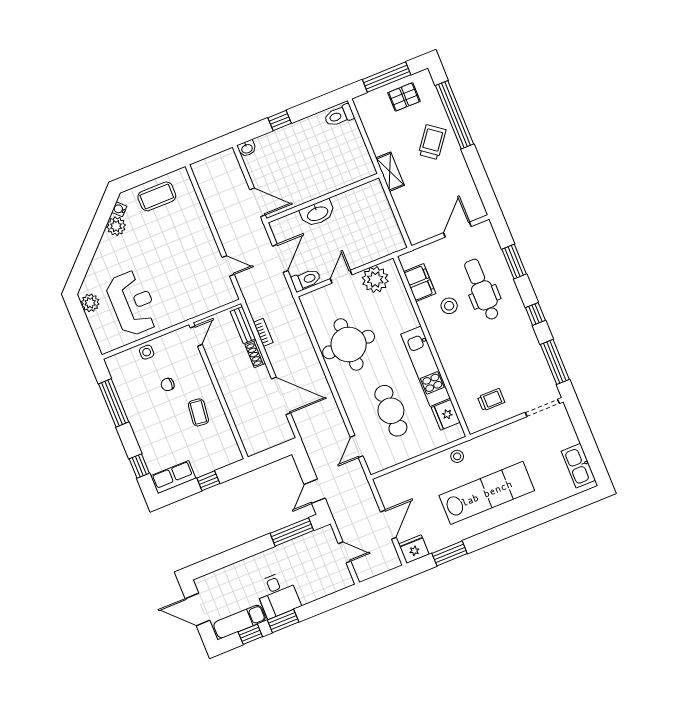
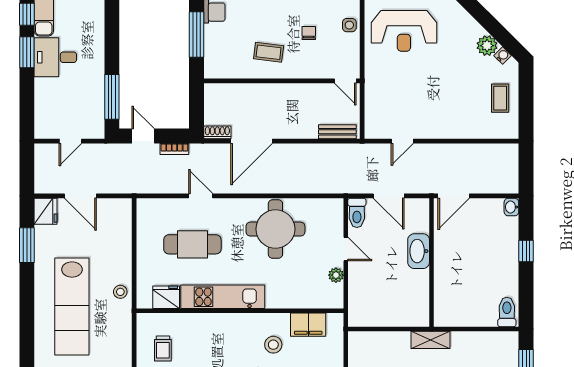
coffee table: (157, 196) -> (500, 98), width x0.73, depth x0.77
plant: (375, 279) -> (336, 275), width x0.53, depth x0.53
bookcase: (263, 332) -> (174, 149), moved
shoe rack: (255, 354) -> (217, 132), moved
door: (357, 447) -> (201, 196), moved
window: (208, 481) -> (197, 35), width x2.17

